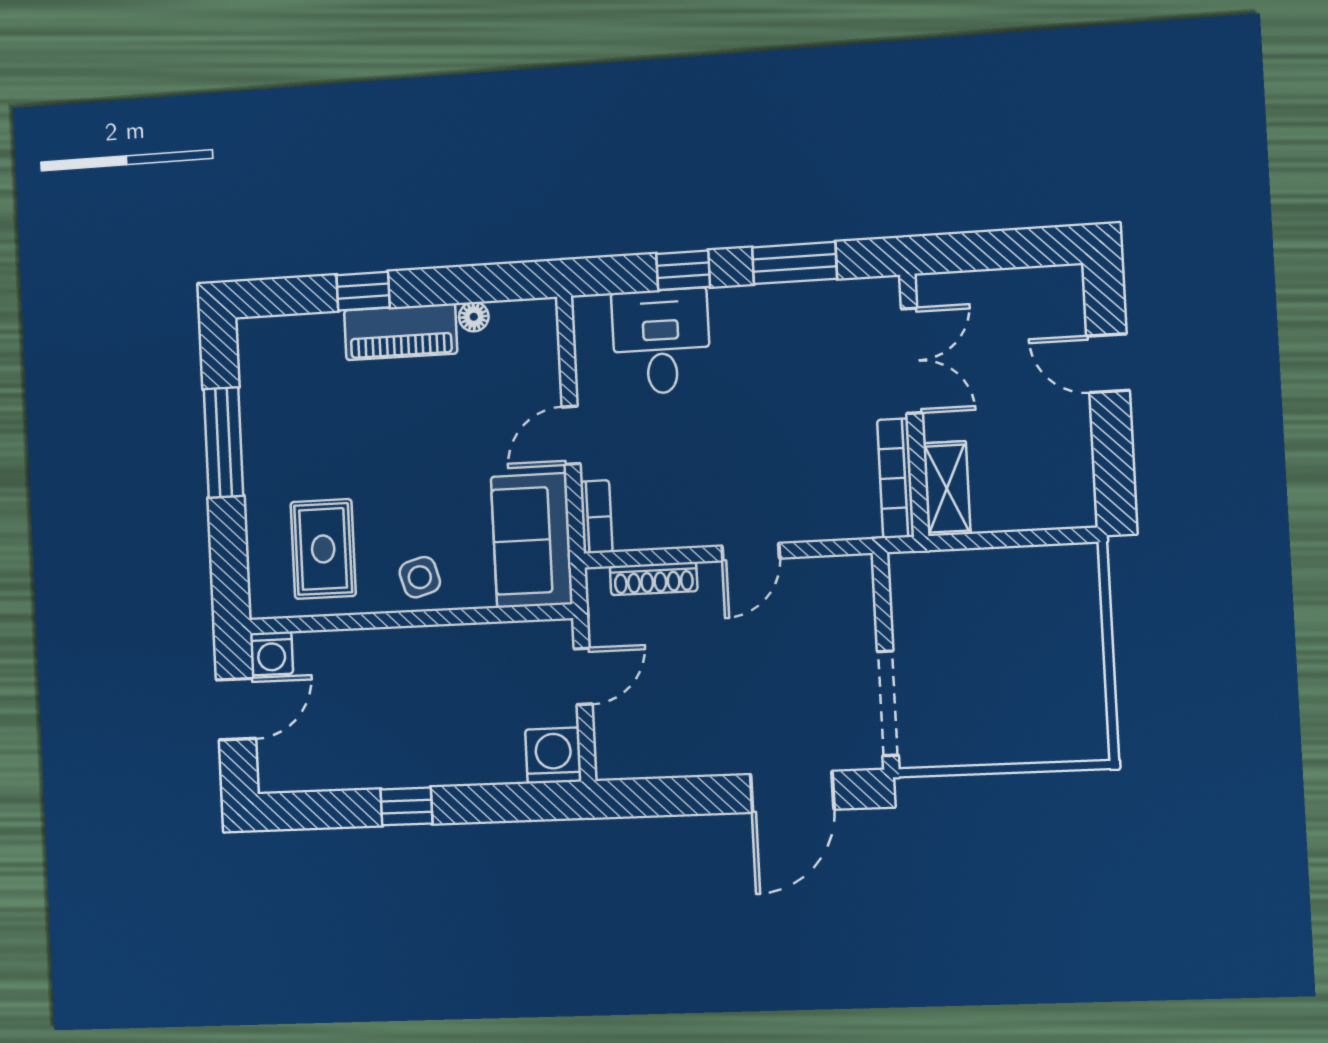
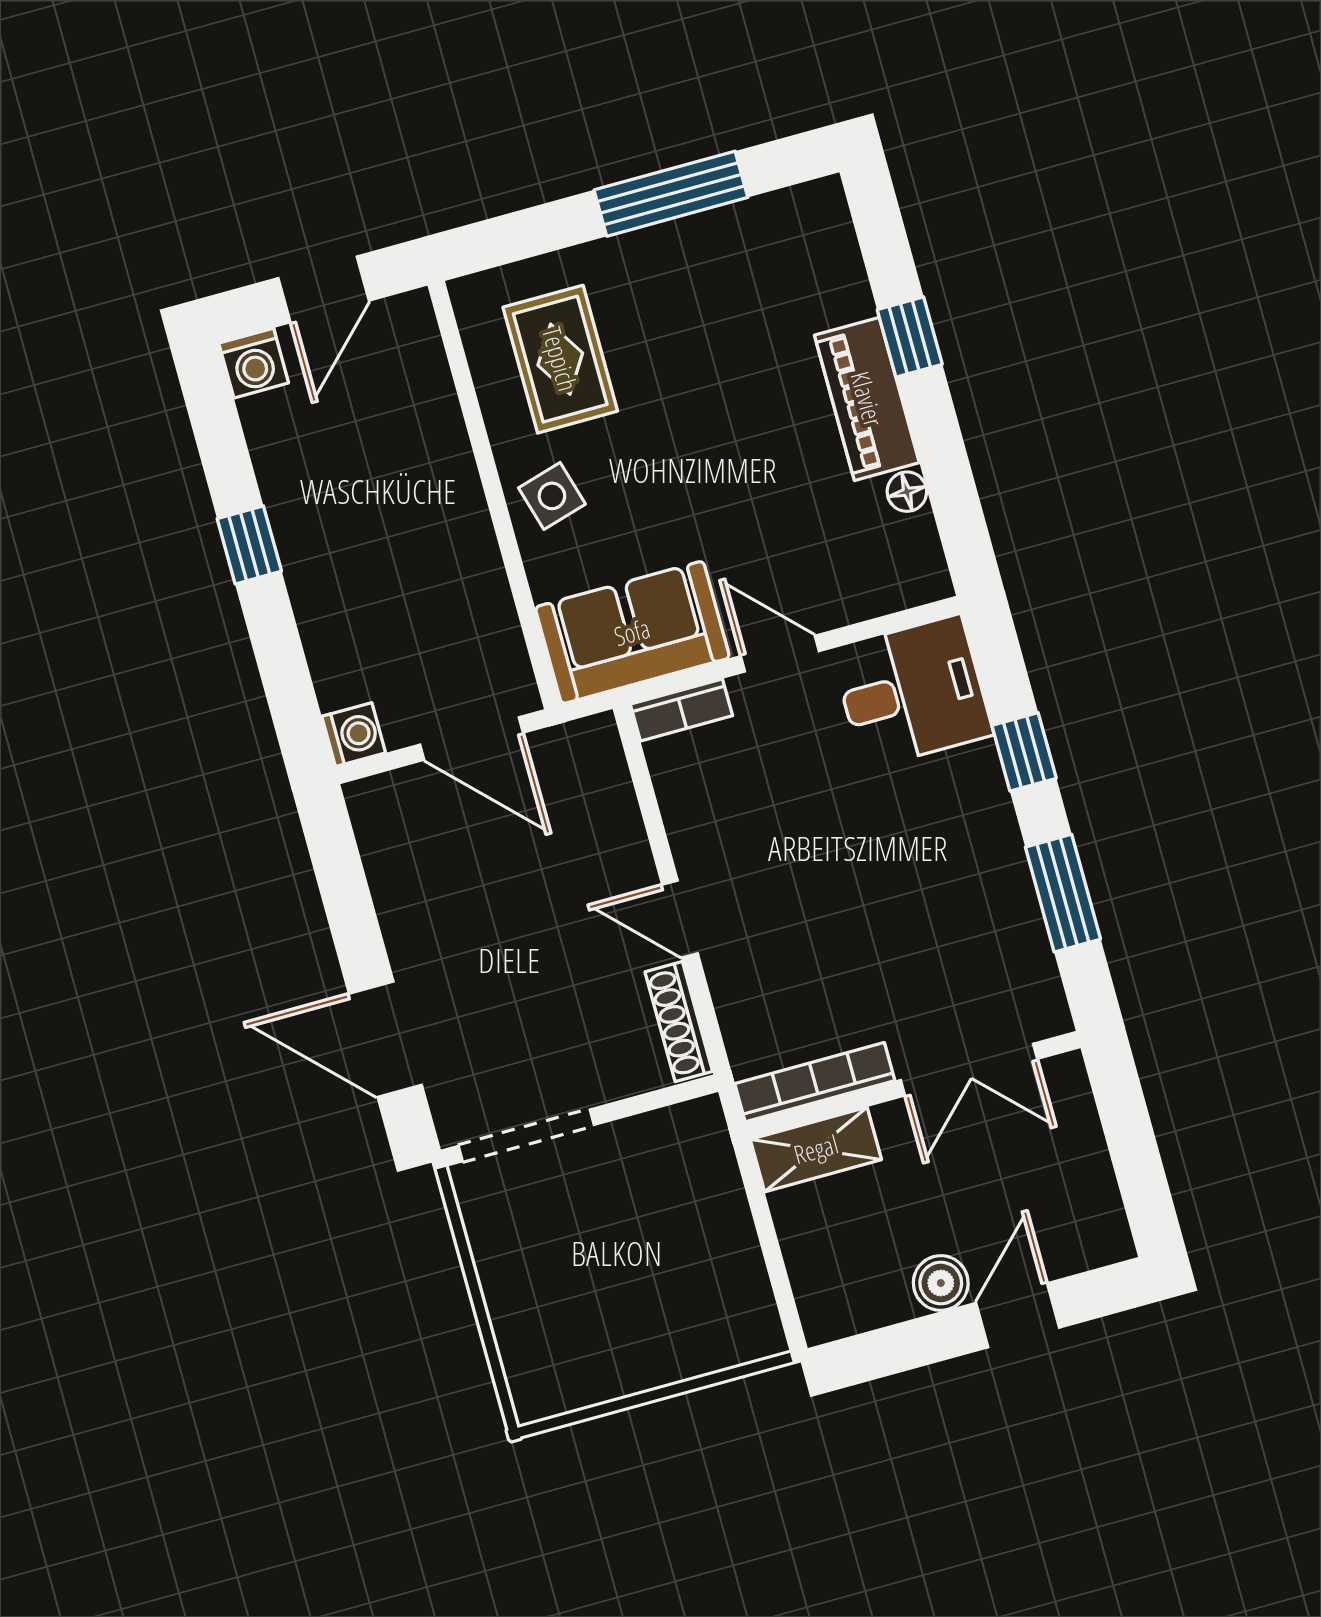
desk: (661, 341) -> (912, 692), moved
boiler: (1070, 416) -> (941, 1283), added
rug: (323, 549) -> (560, 359), turned 90
shoe rack: (654, 579) -> (679, 1022), moved
washing machine: (271, 653) -> (254, 363), moved, turned -90
door: (583, 676) -> (472, 739), width x1.38
door: (236, 709) -> (324, 289), hinge flipped
washing machine: (553, 756) -> (354, 735), width x0.73, depth x0.73

